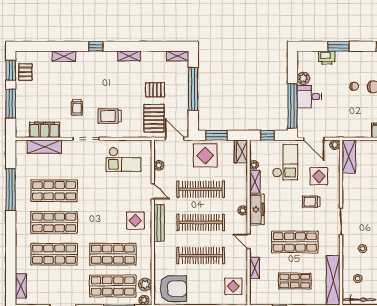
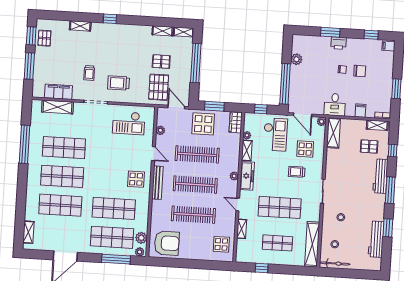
shelving: (129, 56) -> (163, 31), moved
printer: (327, 58) -> (339, 43), moved
desk: (309, 97) -> (335, 105), moved, turned -90

